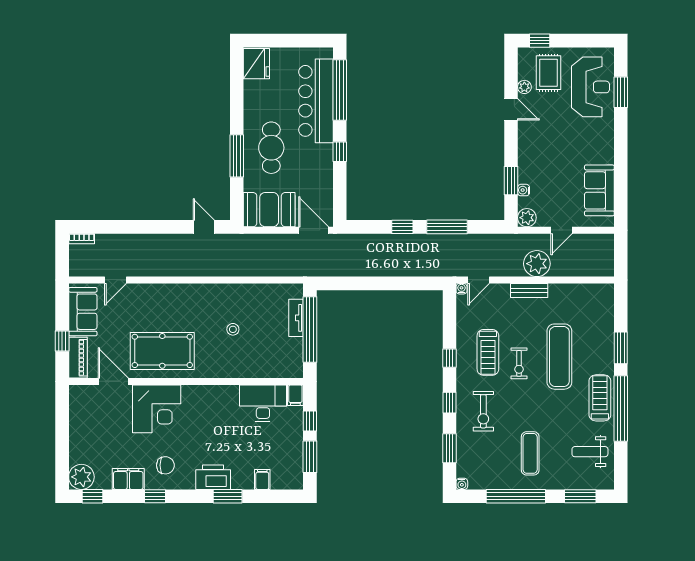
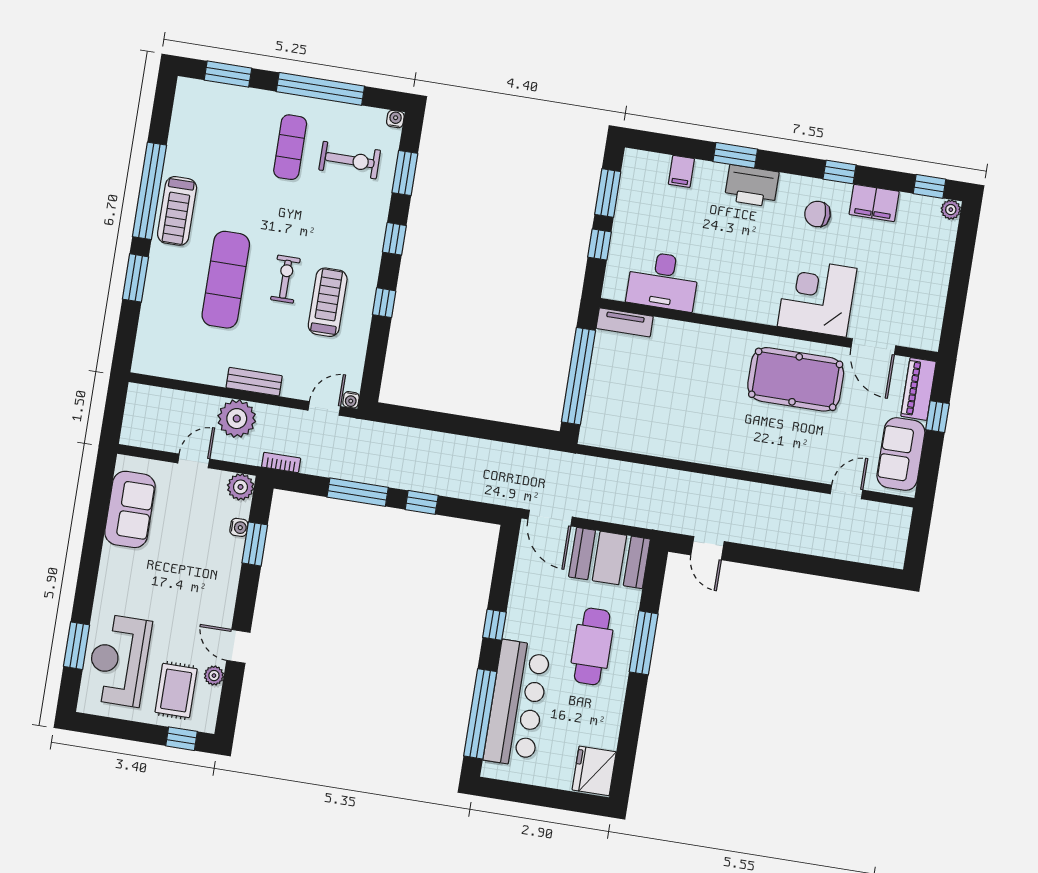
bookcase: (82, 239) -> (281, 463), moved
tv unit: (296, 318) -> (625, 322), moved, turned 90
stool: (233, 329) -> (689, 394), removed
filing cabinet: (295, 395) -> (614, 285), removed
exercise bike: (483, 411) -> (350, 160), moved, turned 90
weight bench: (590, 452) -> (204, 136), removed
plant: (81, 477) -> (951, 210), width x0.53, depth x0.53

